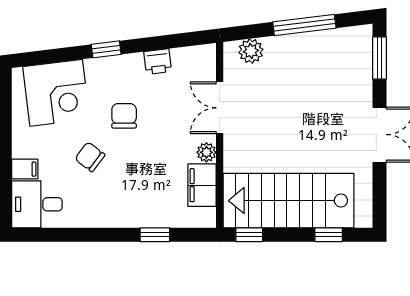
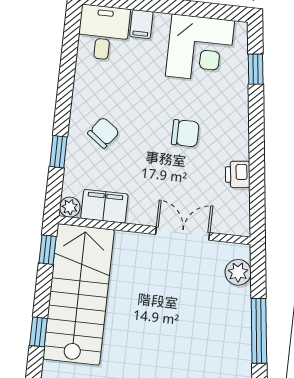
window: (106, 49) -> (256, 69), moved
corner desk: (56, 93) -> (200, 48), moved, turned -83
plant: (206, 152) -> (70, 207), moved
chair: (90, 157) -> (103, 133), moved

